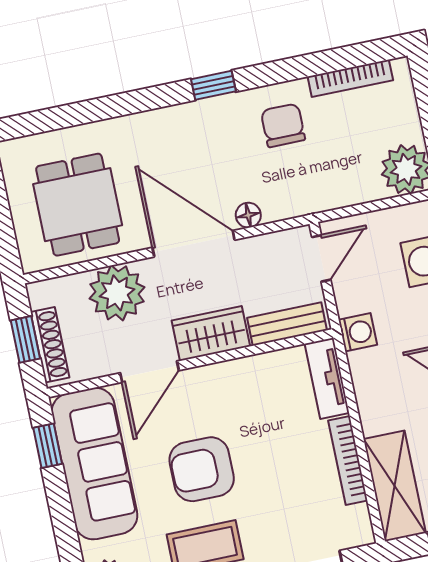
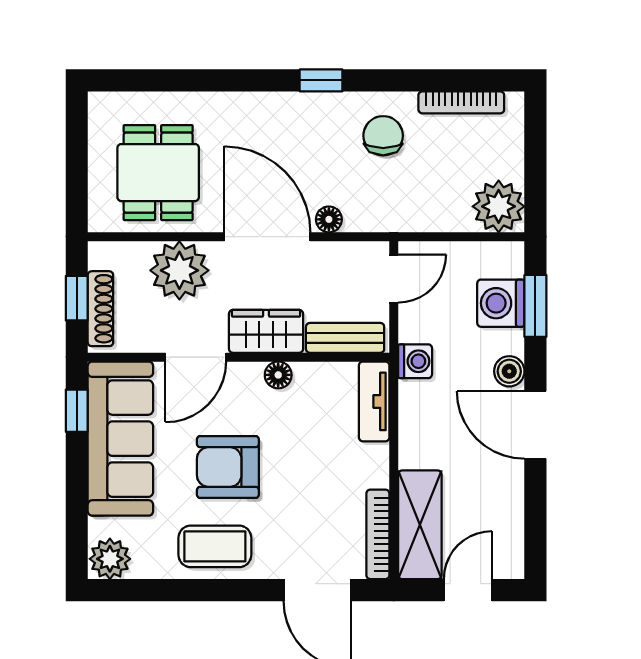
floor lamp: (231, 372) -> (278, 375), added
bookcase: (348, 460) -> (378, 534), moved

